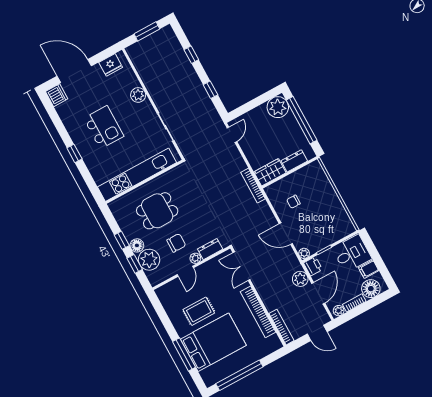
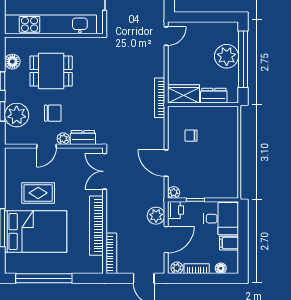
plant: (278, 107) -> (227, 56), moved
floor lamp: (137, 245) -> (12, 62), moved
floor lamp: (371, 289) -> (221, 268), width x0.53, depth x0.53

